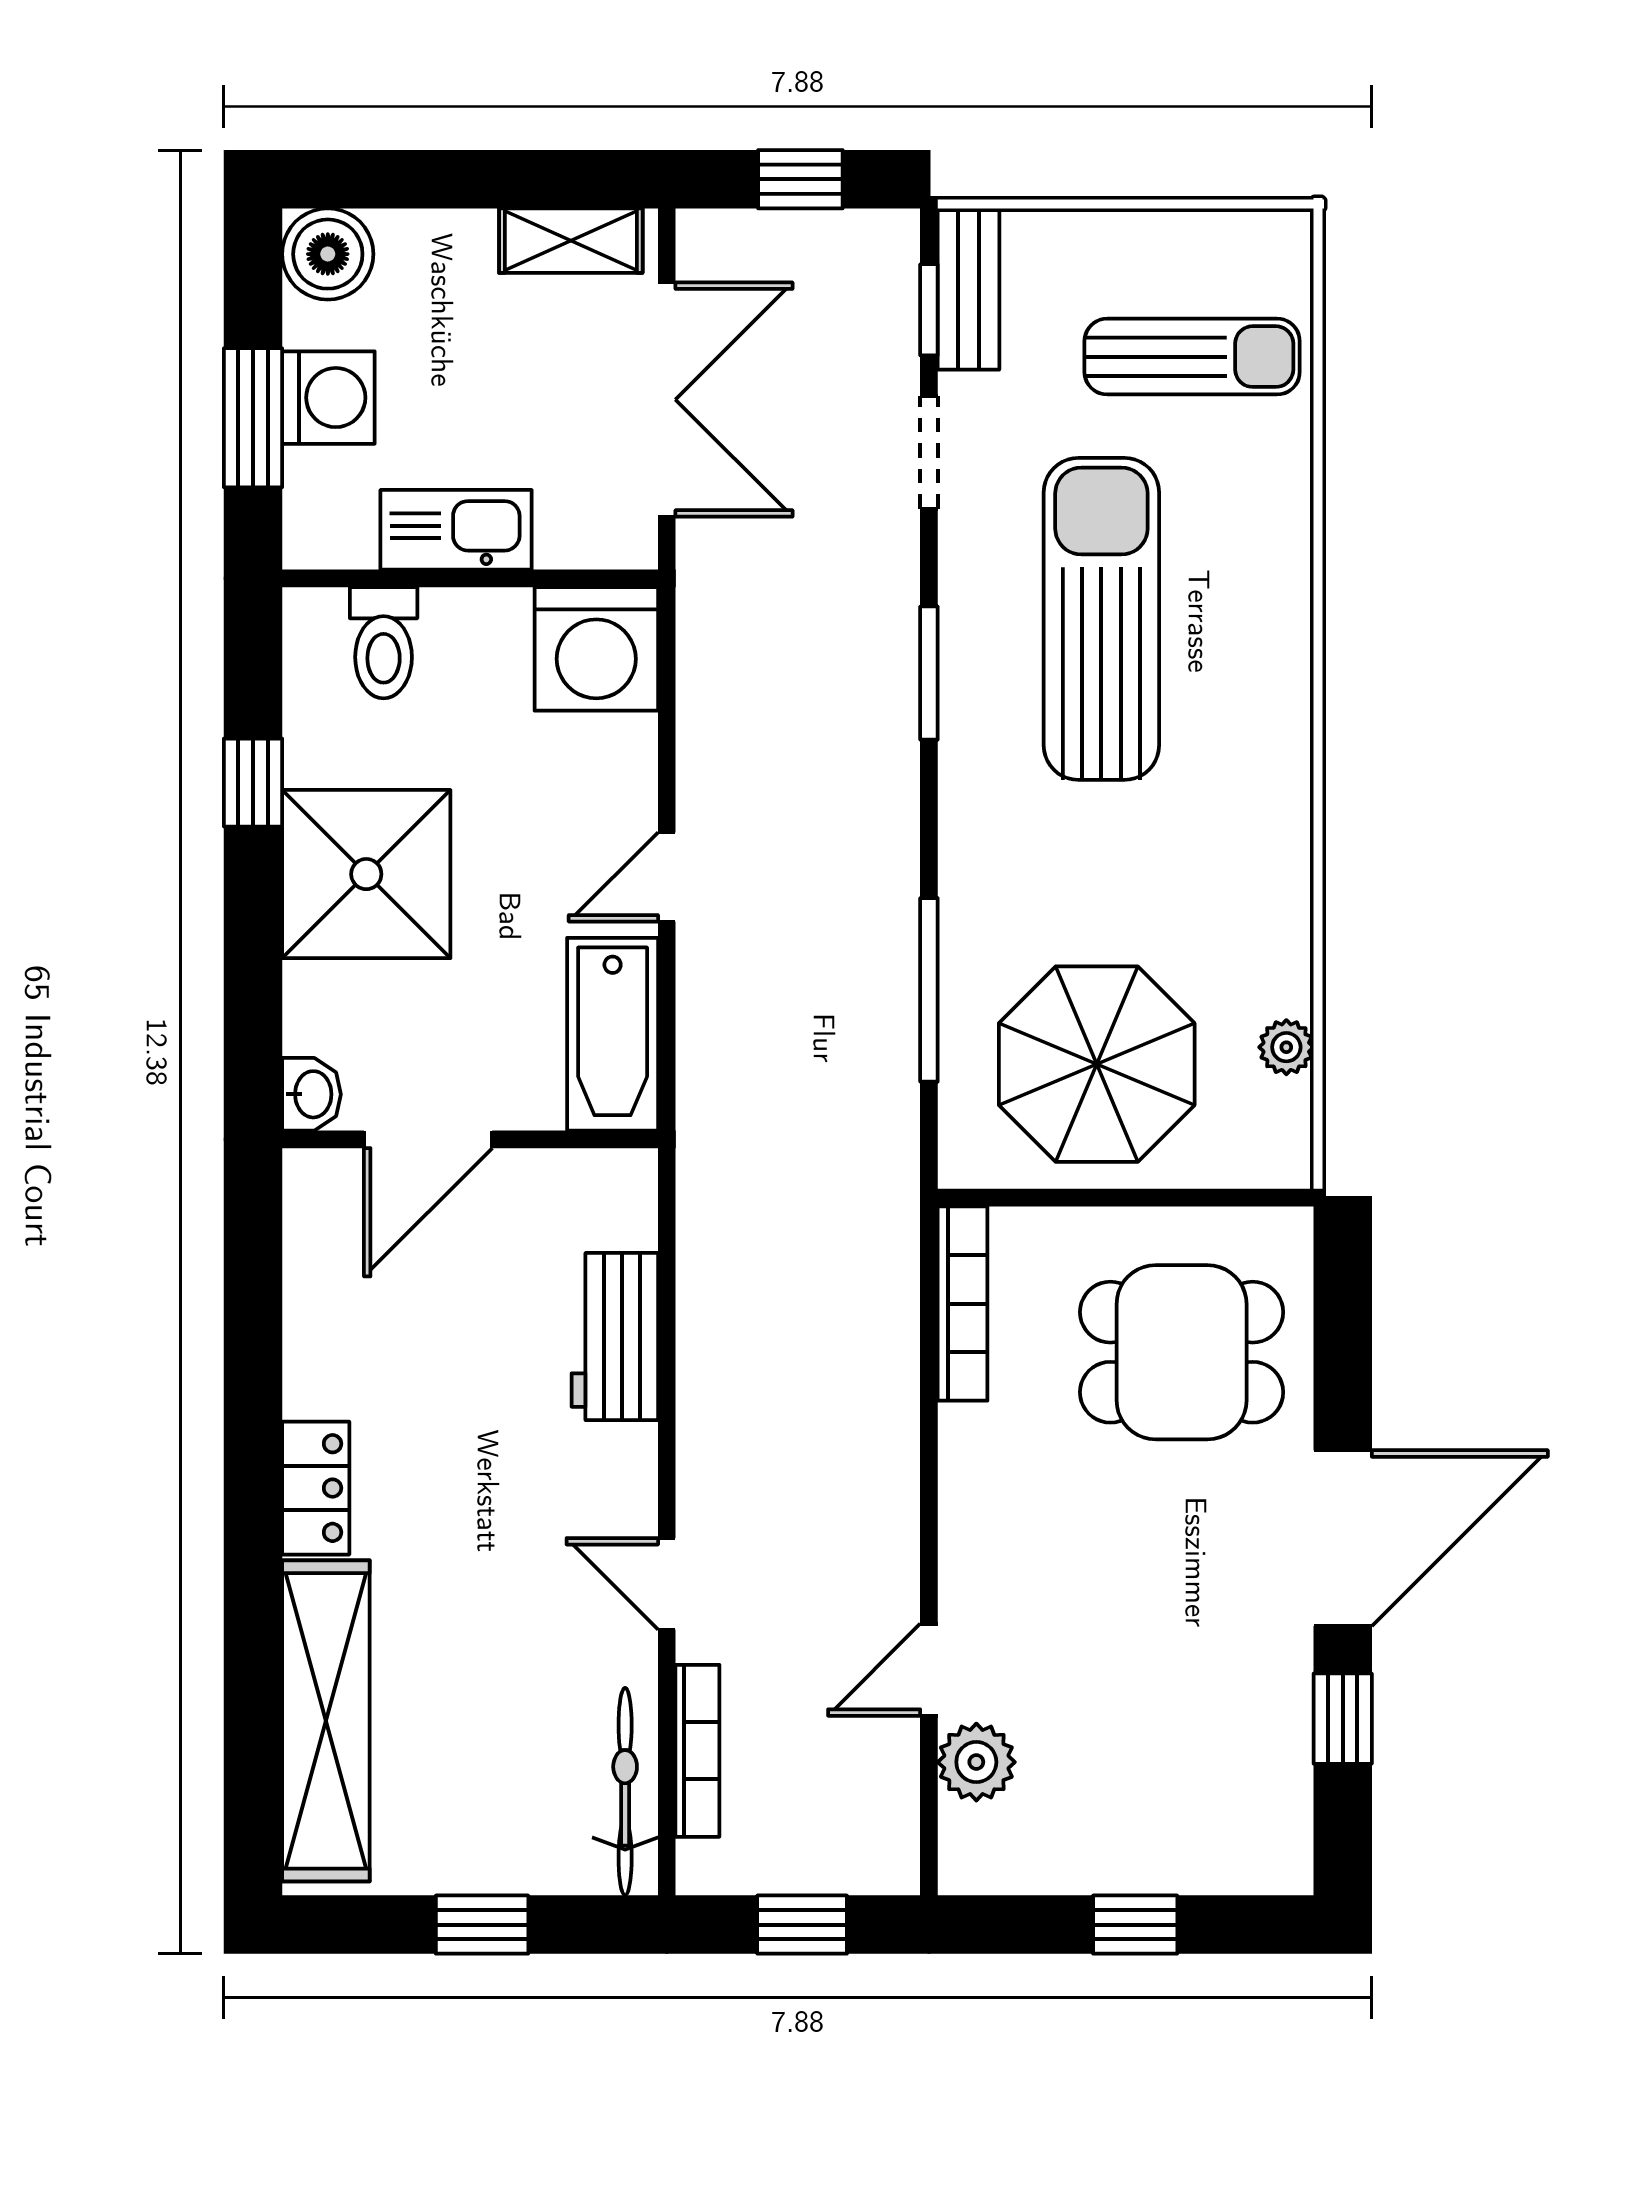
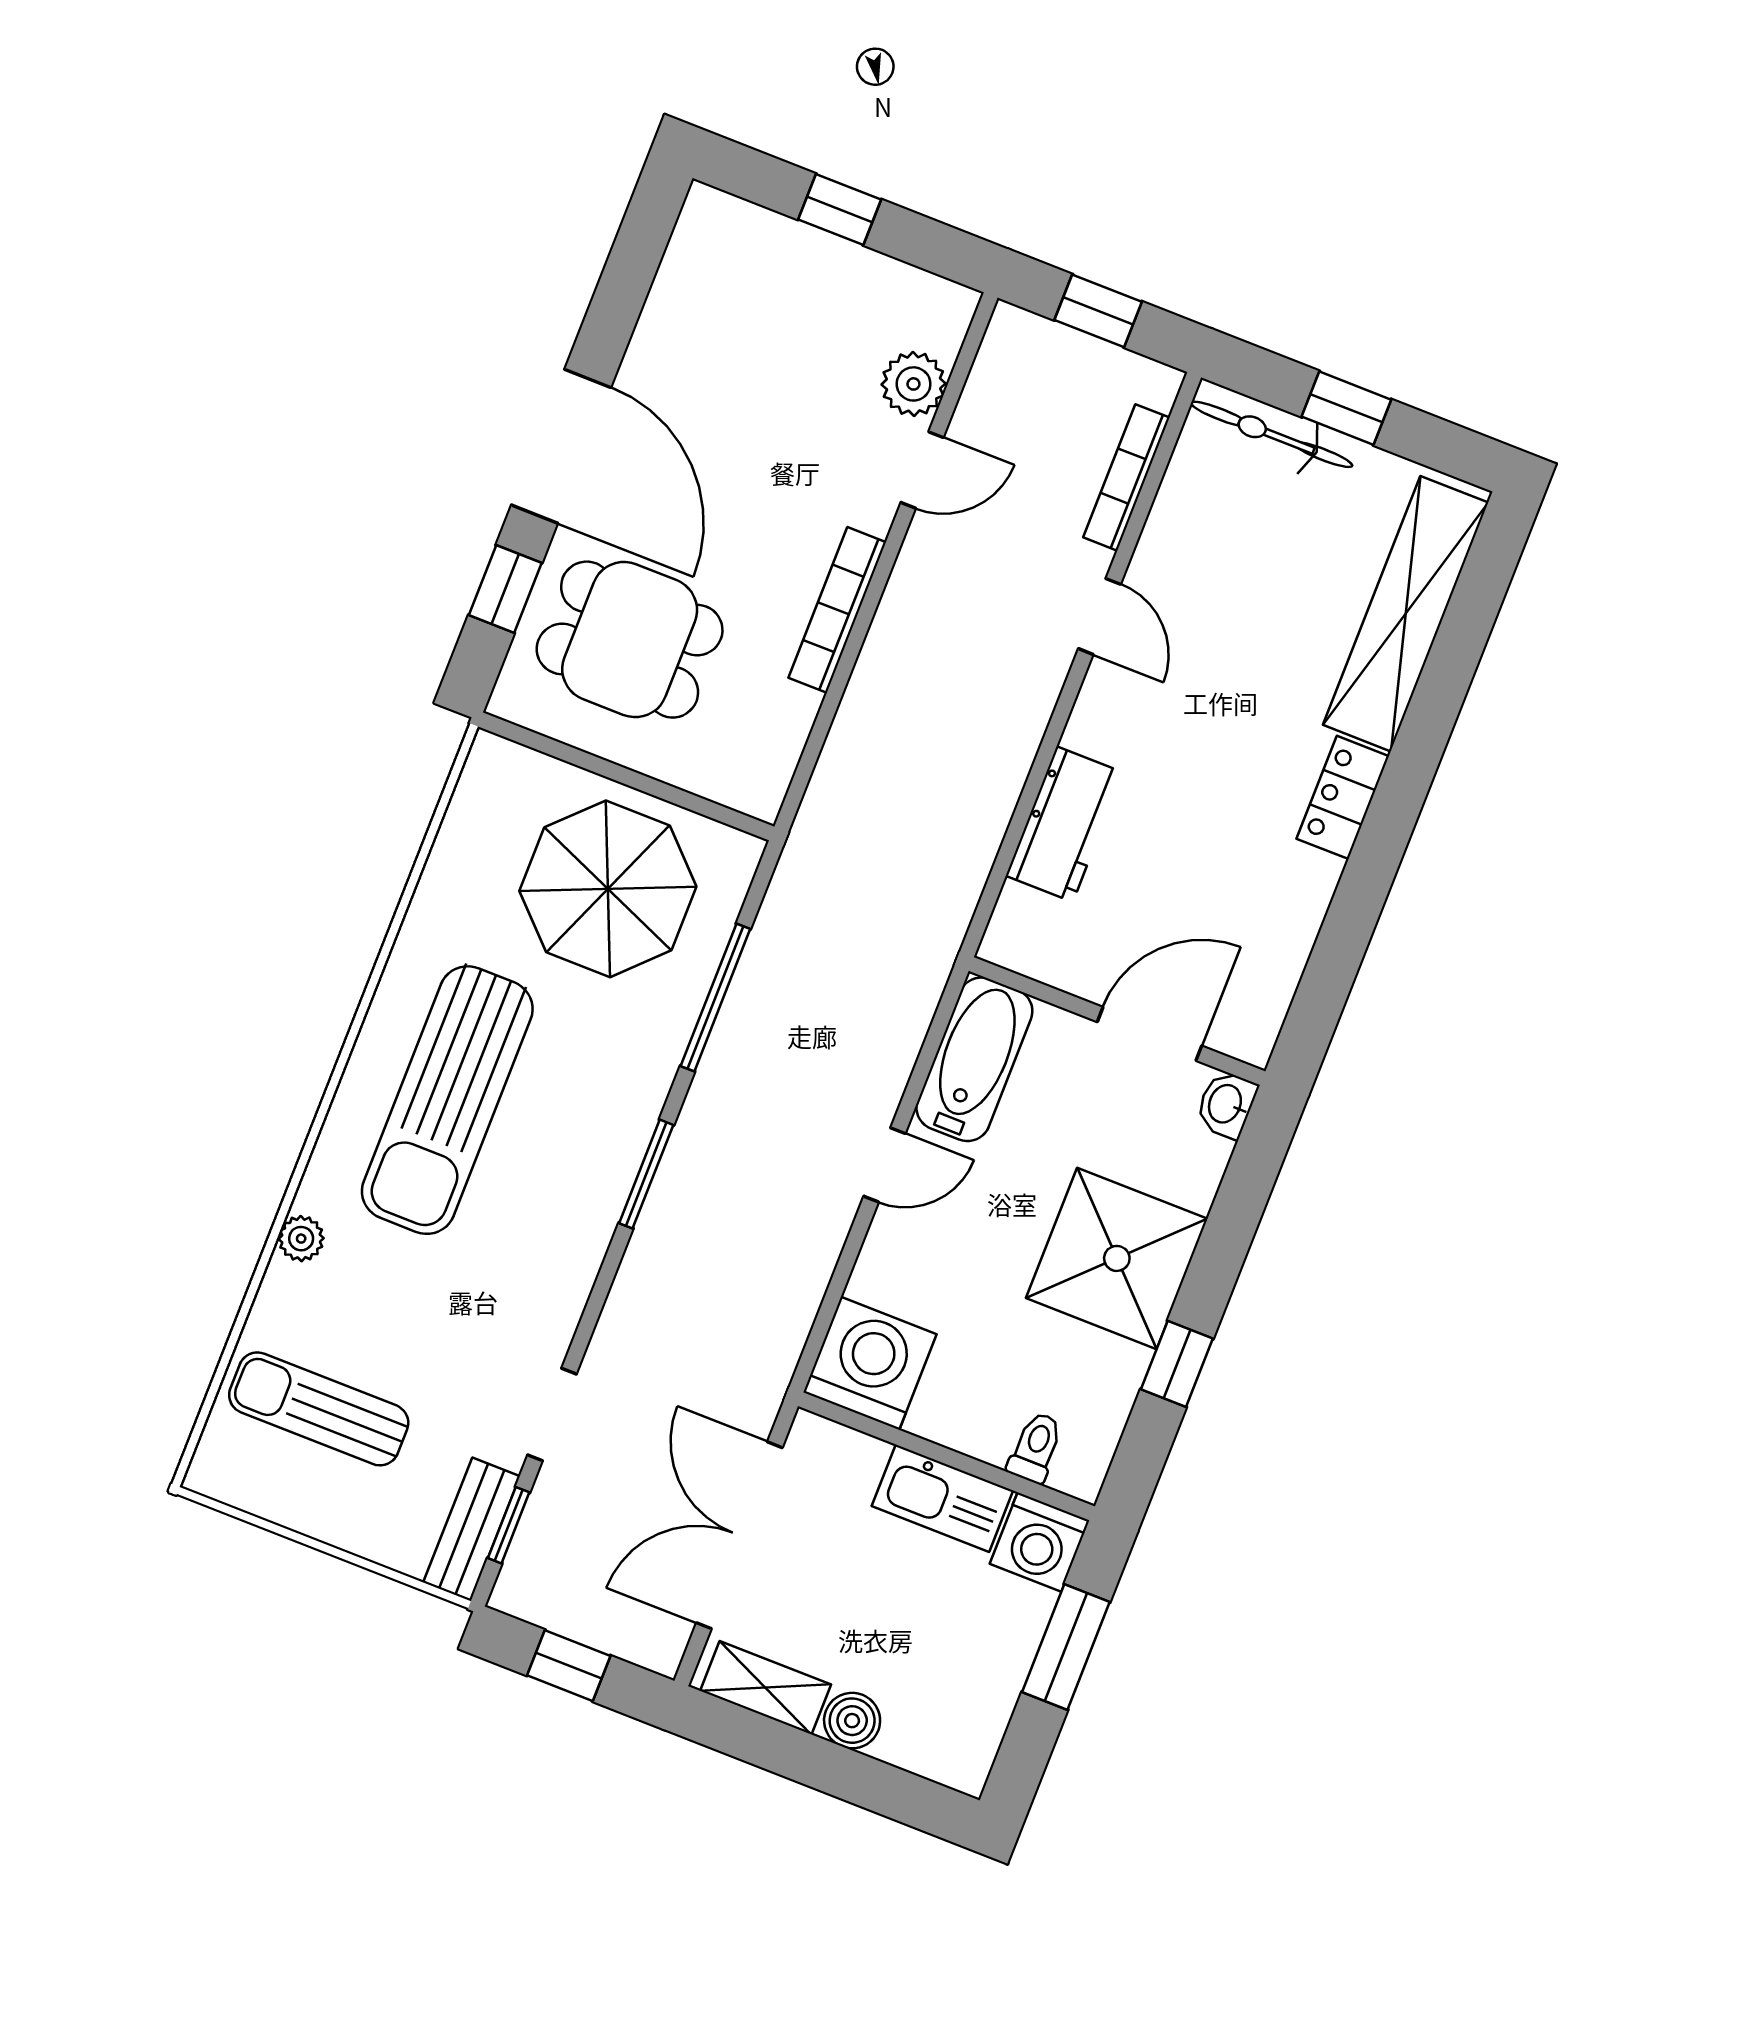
boiler: (328, 254) -> (852, 1721), moved, width x0.73, depth x0.73
washing machine: (328, 398) -> (1040, 1542), moved, turned -90
sun lounger: (1101, 619) -> (447, 1100), moved
toilet: (384, 643) -> (1035, 1447), width x0.73, depth x0.72
window: (929, 673) -> (646, 1174), moved
plant: (1286, 1047) -> (301, 1239), moved
bookcase: (963, 1304) -> (837, 610), moved
door: (1343, 1538) -> (561, 446), swing flipped
window: (1343, 1719) -> (505, 589), moved
bicycle: (625, 1792) -> (1272, 434), moved, turned 90

